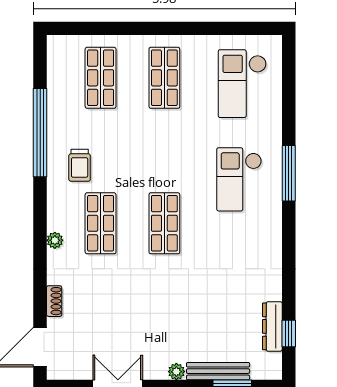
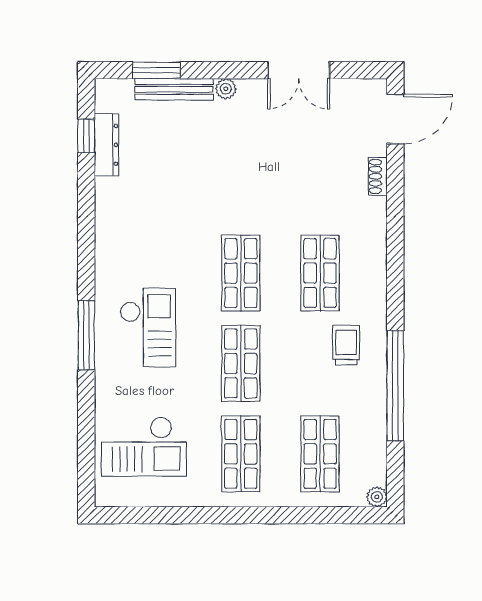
checkout: (242, 84) -> (144, 447), turned 90
shop shelf: (164, 151) -> (241, 363), added
plant: (55, 240) -> (377, 497), moved

